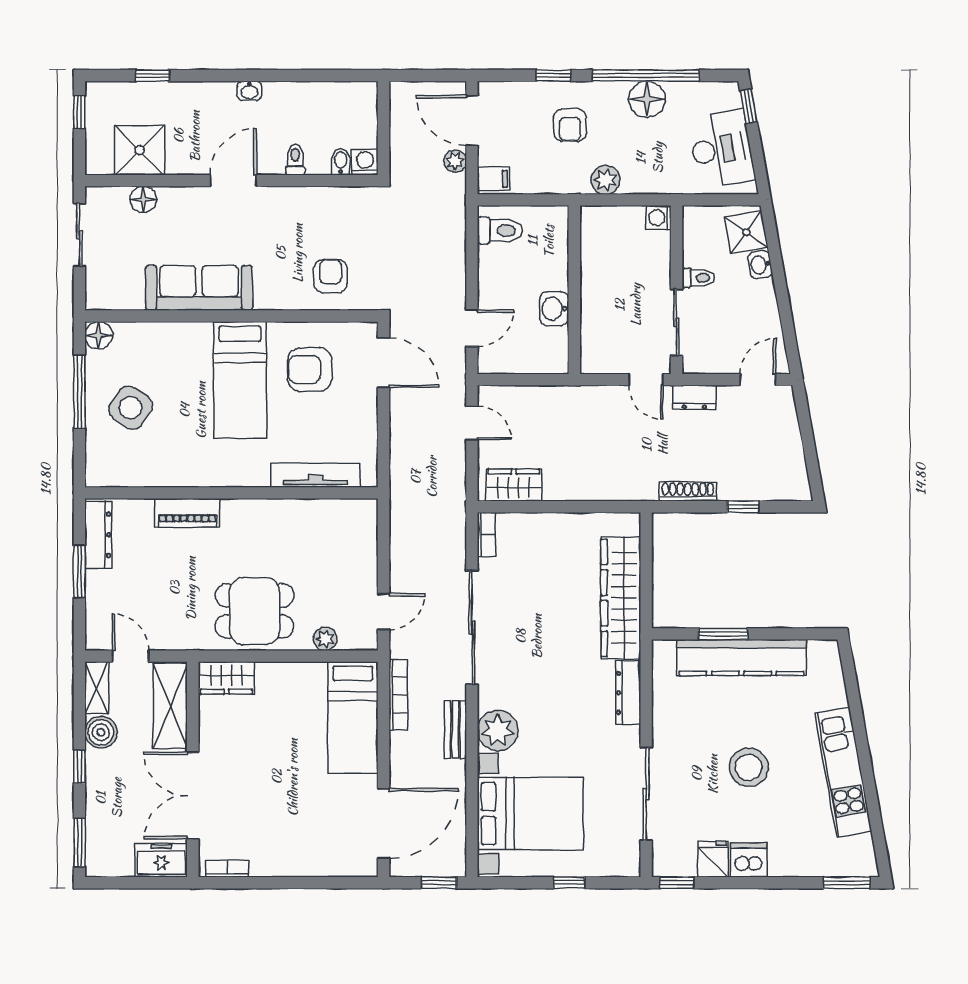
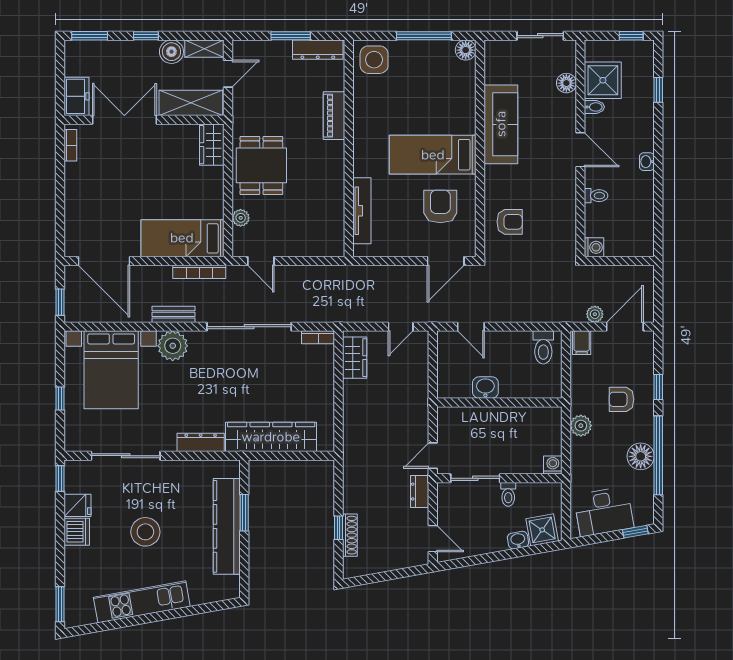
bidet: (341, 162) -> (594, 107), moved
side table: (131, 408) -> (374, 60), moved, turned -35
shoe rack: (688, 491) -> (350, 535), moved

